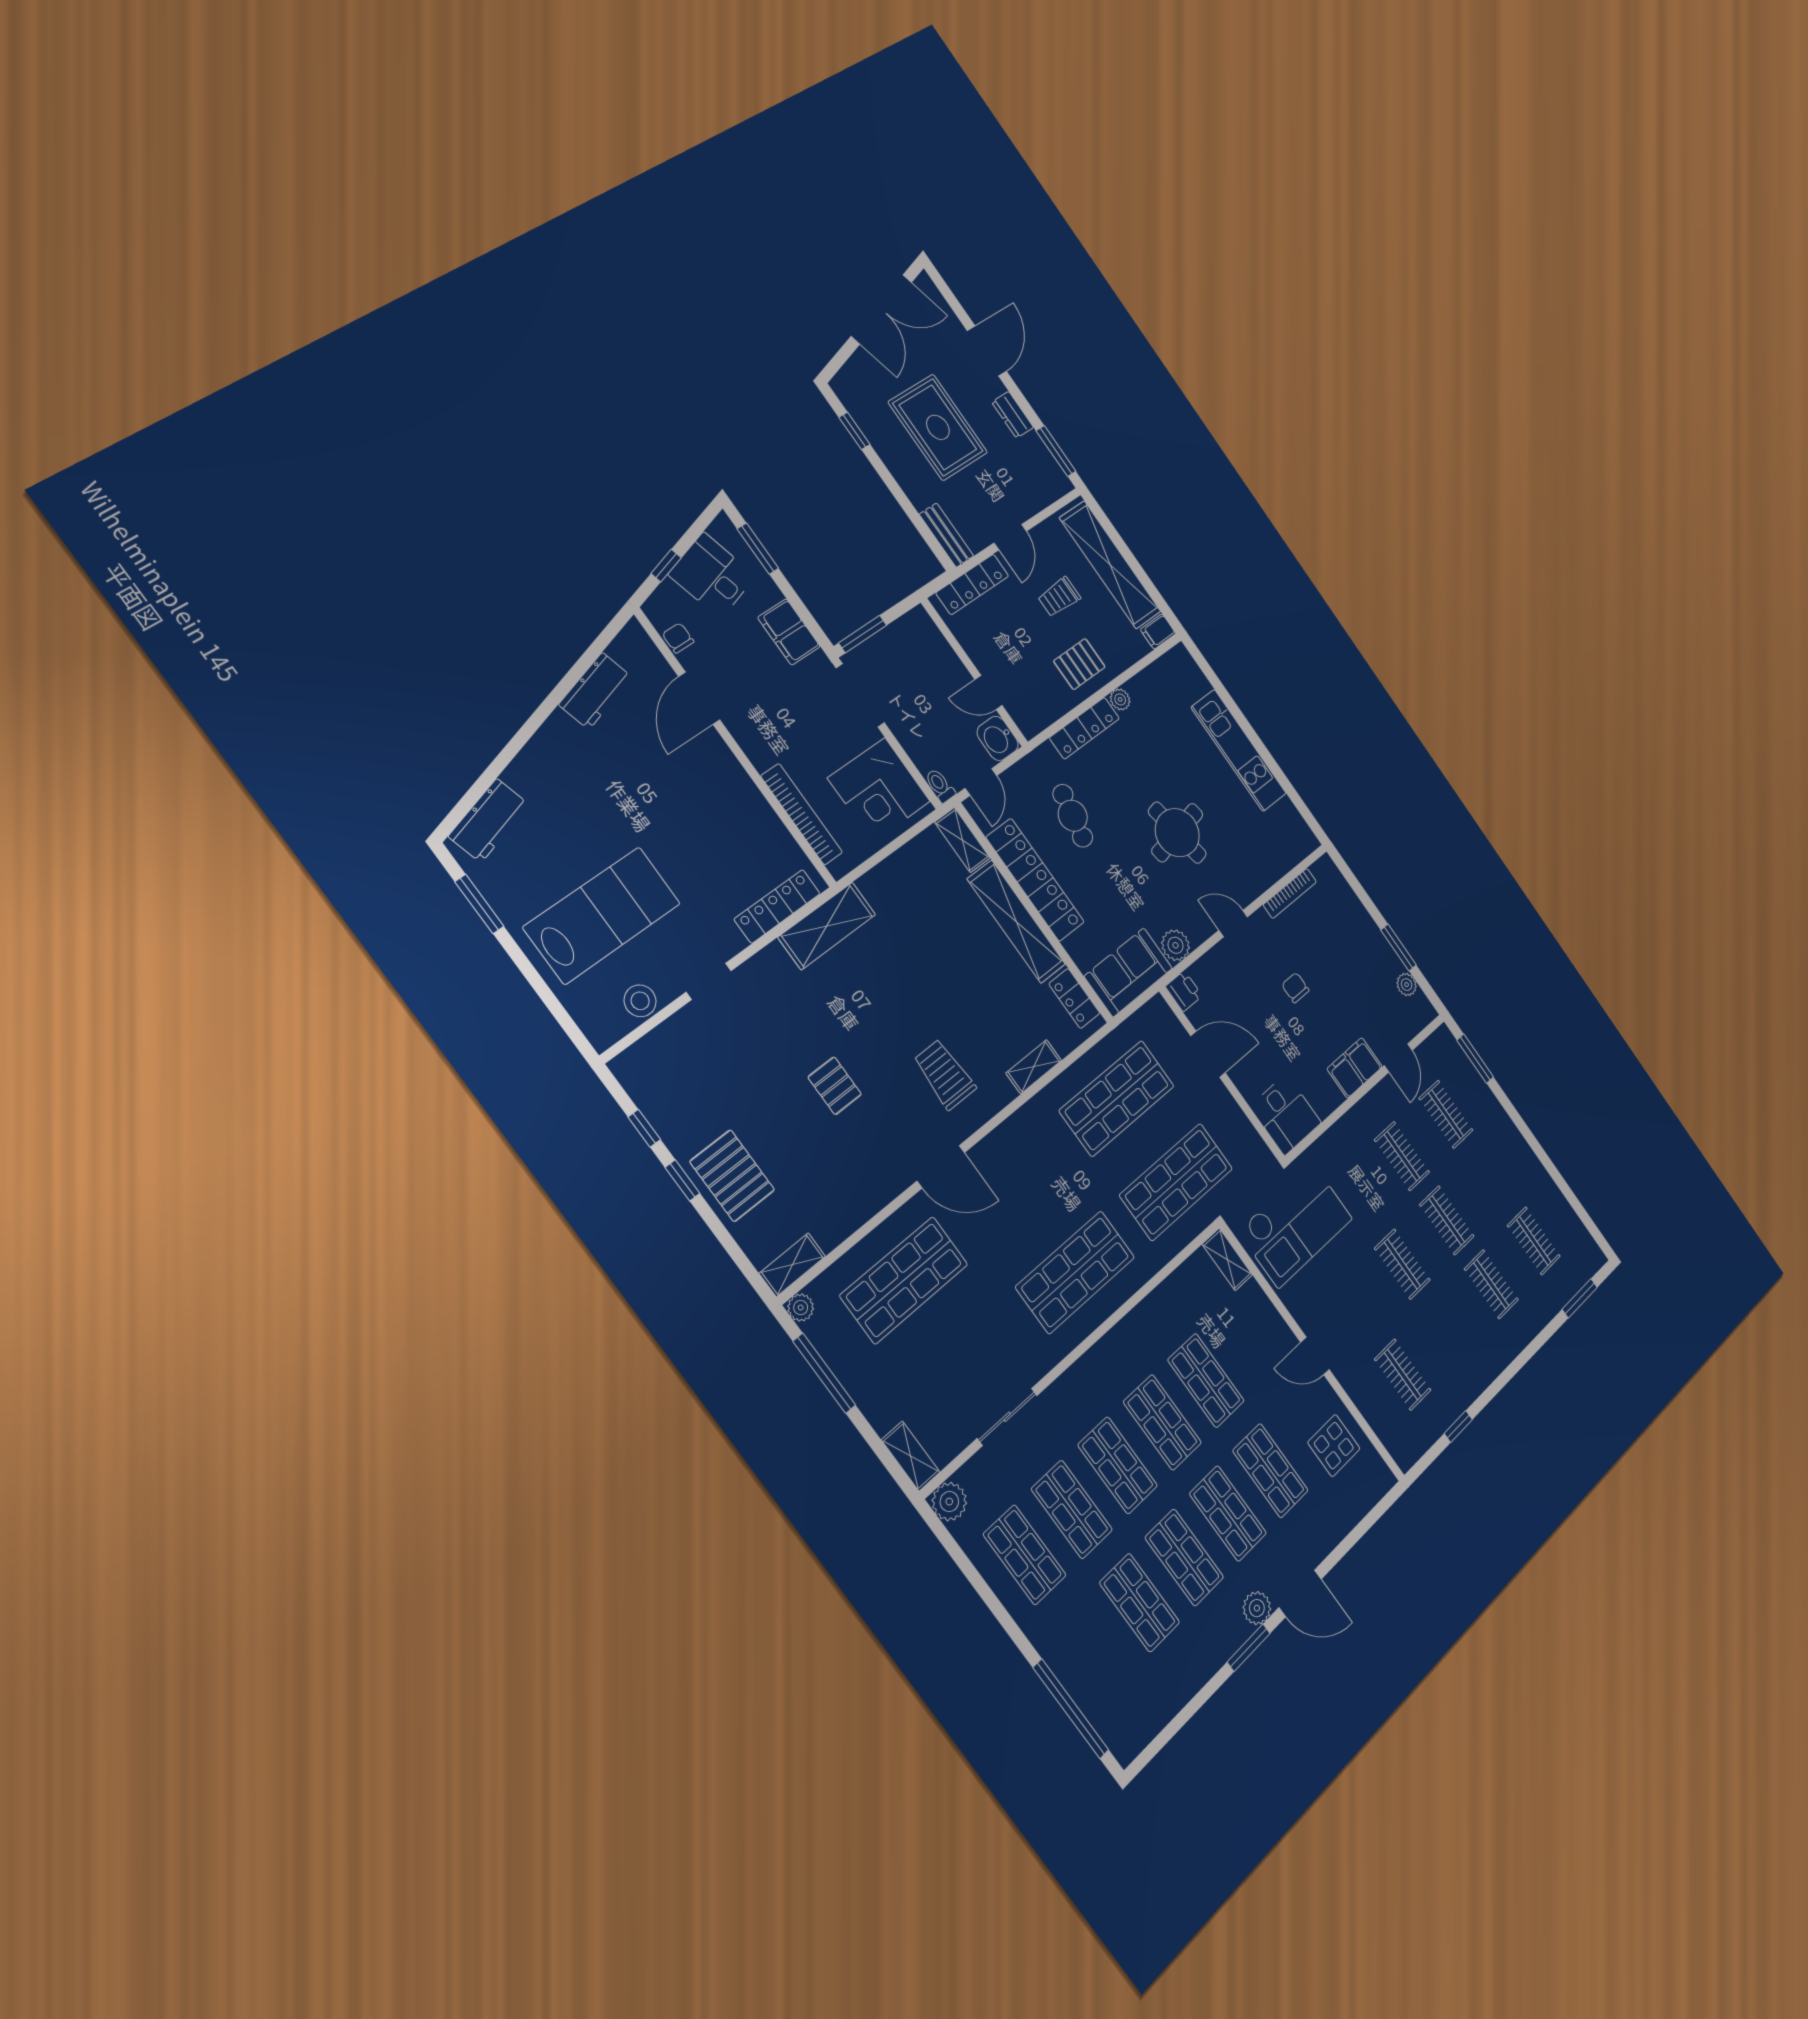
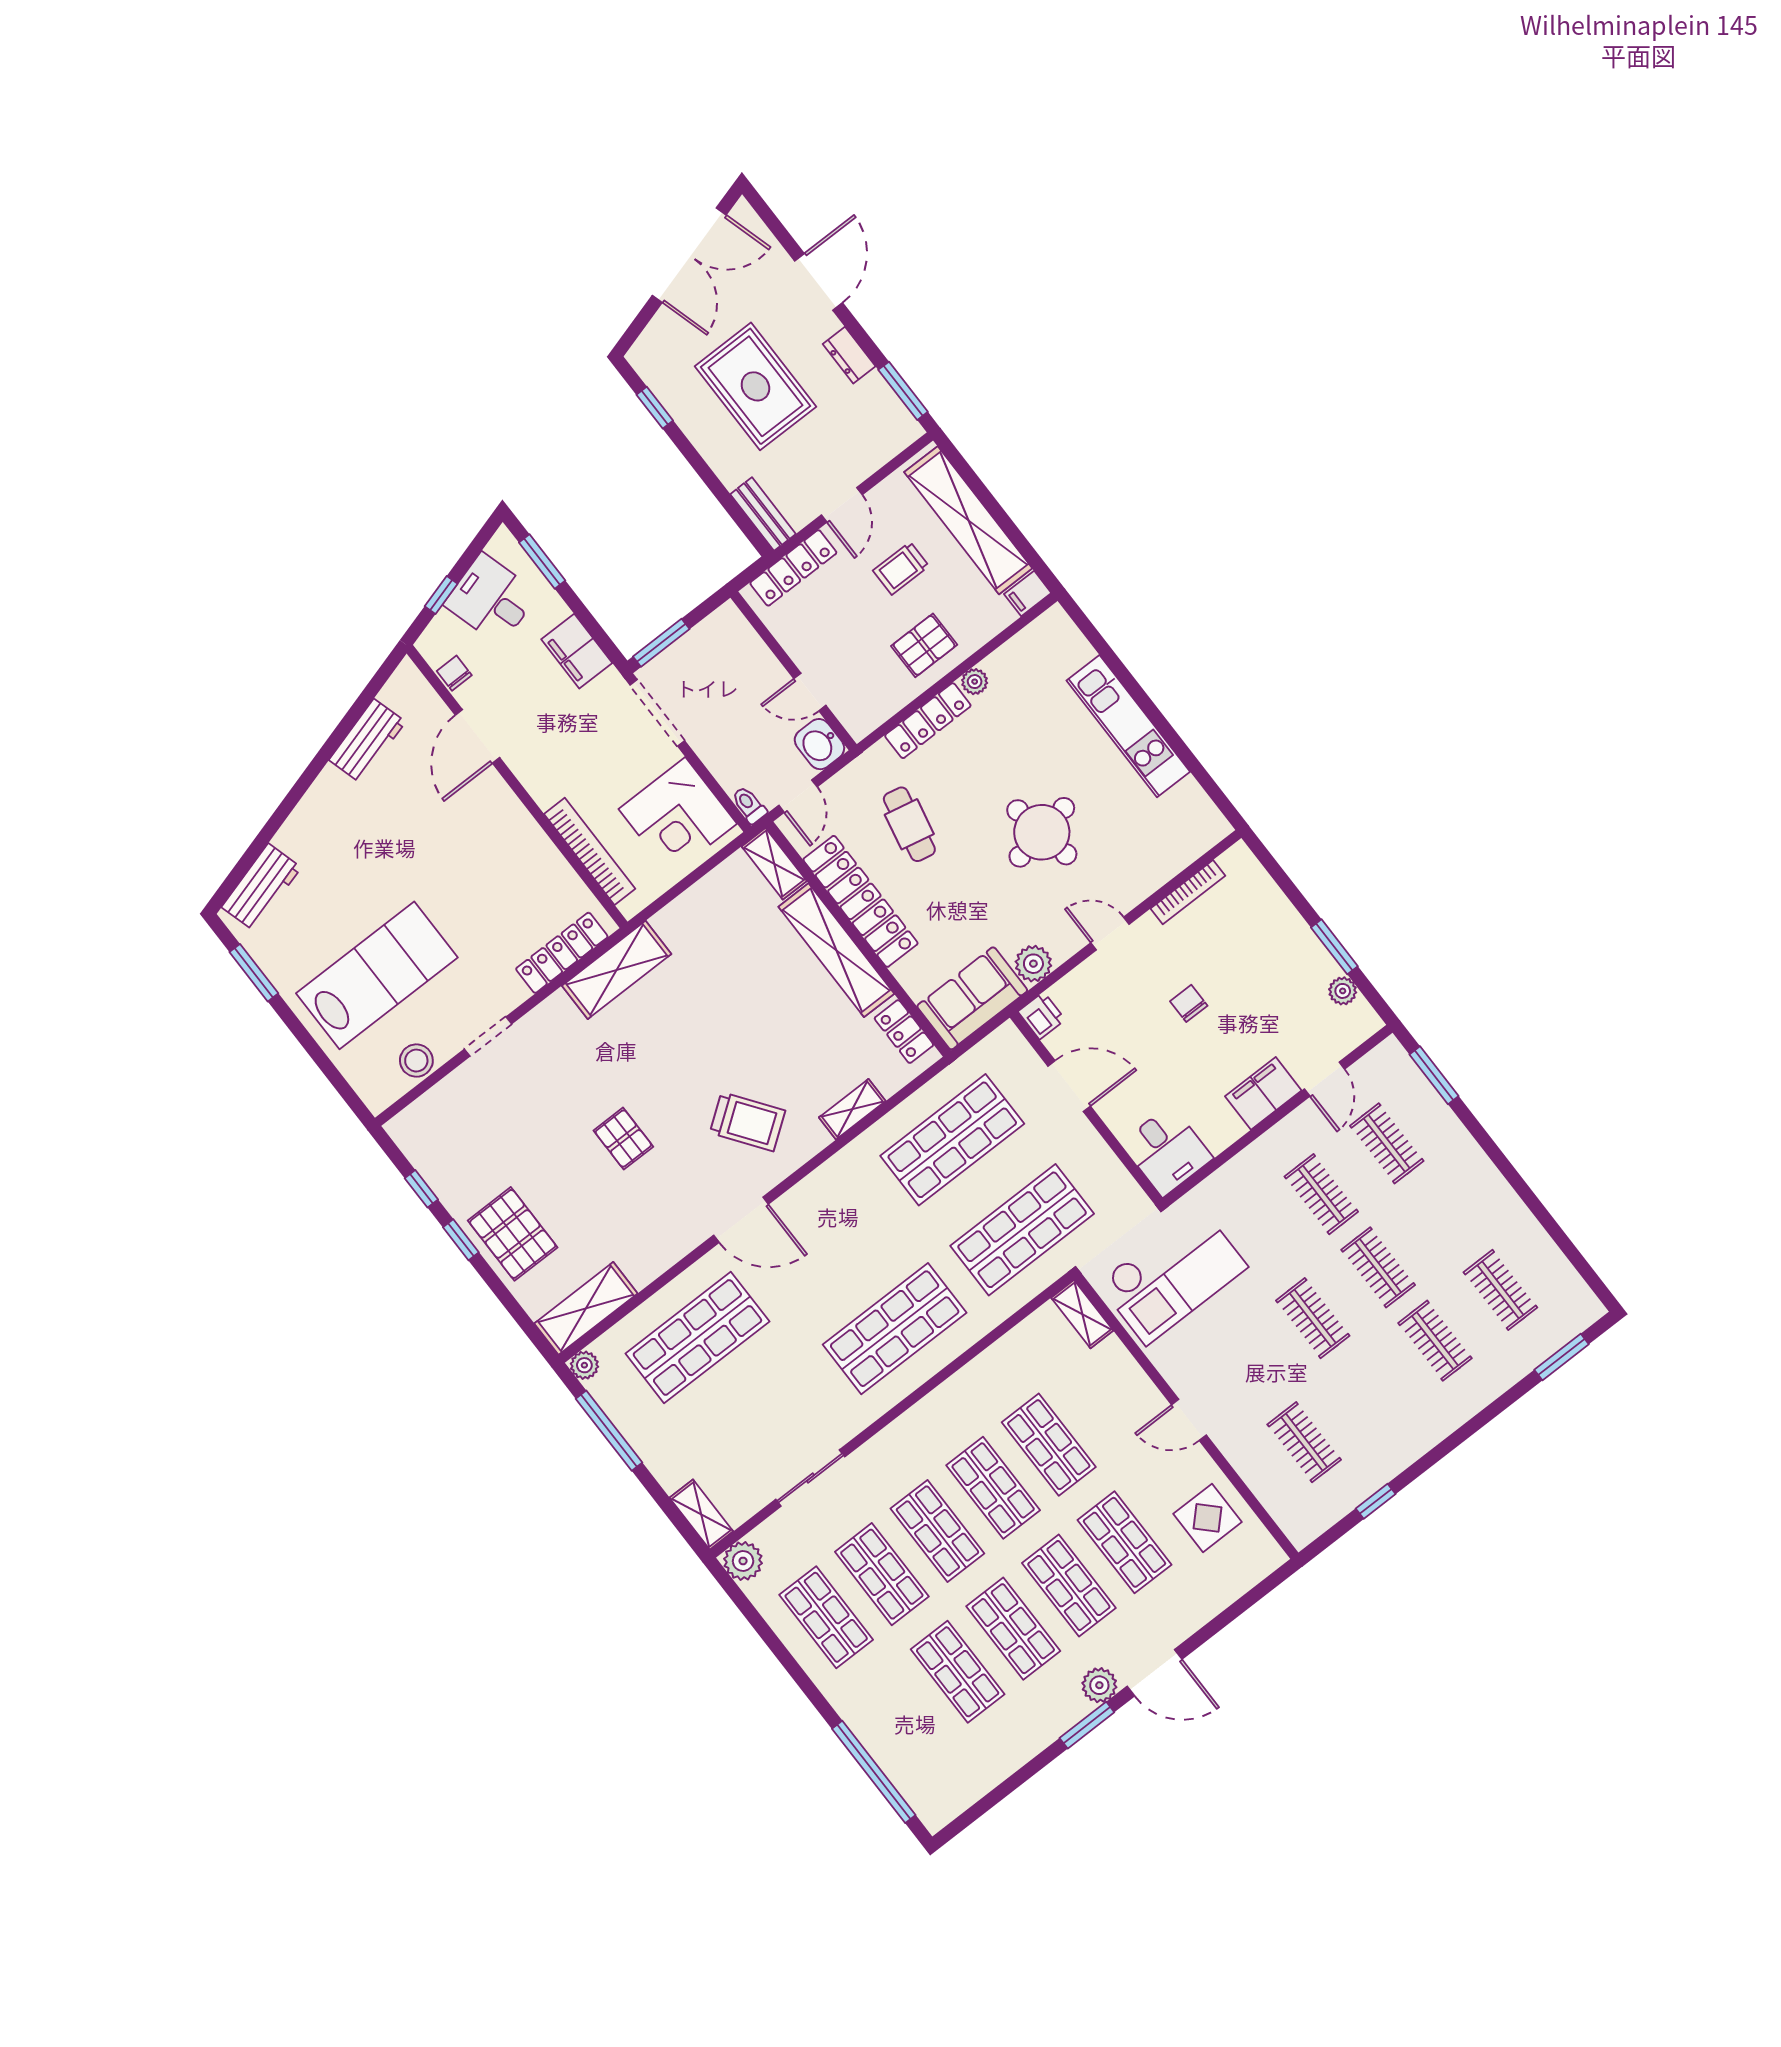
trolley: (945, 1074) -> (747, 1122), turned 144
shelving: (792, 1265) -> (586, 1308), width x1.50, depth x1.33

